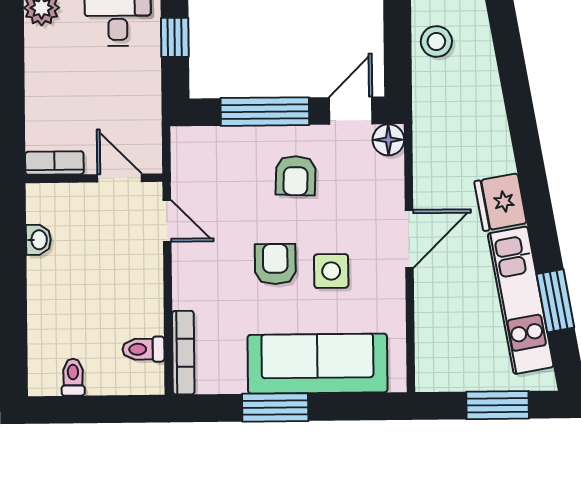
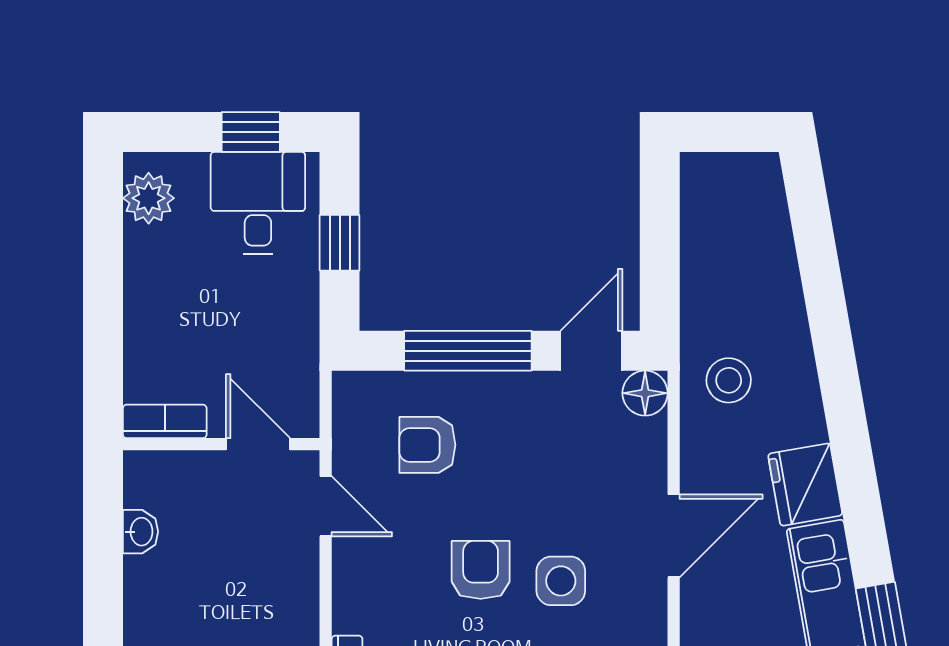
stool: (436, 41) -> (729, 380), moved
armchair: (296, 176) -> (427, 445), moved, turned 88

